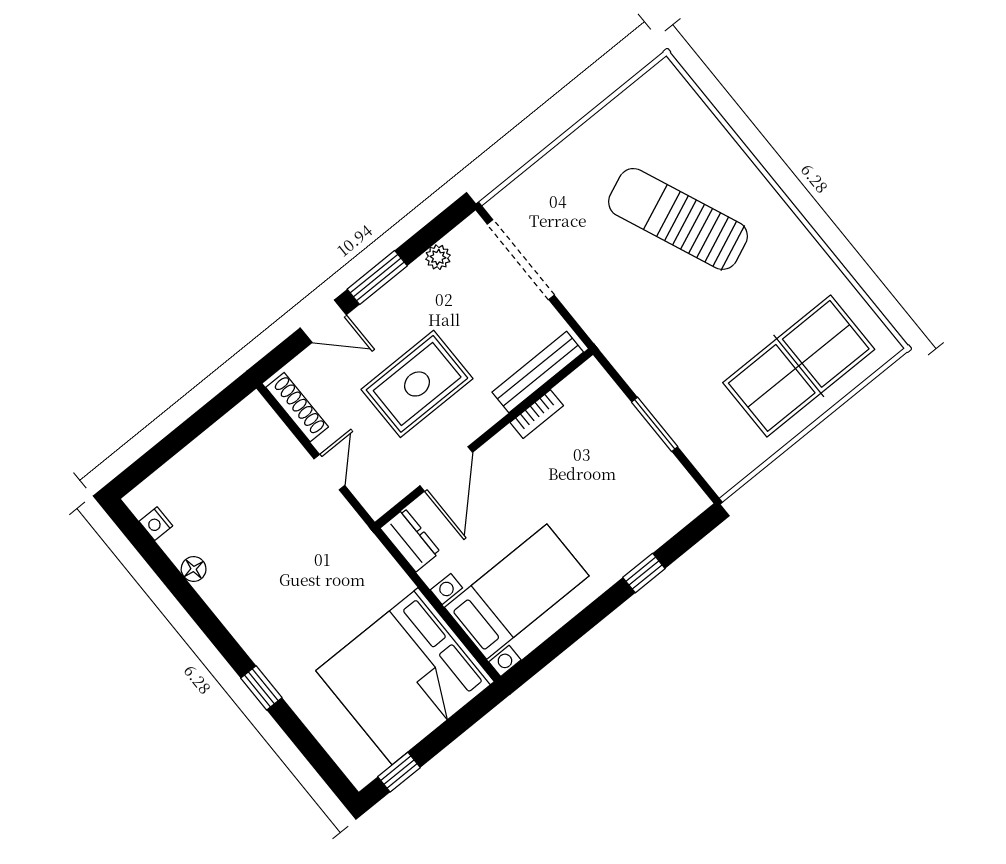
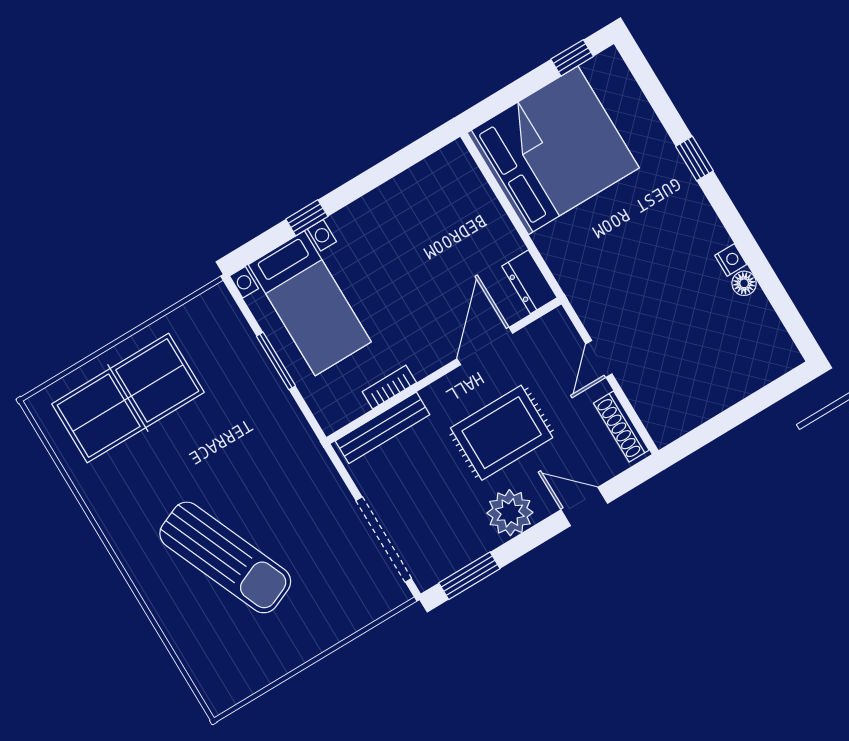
plant: (438, 257) -> (510, 513), moved, width x1.87, depth x1.87
window: (377, 277) -> (469, 576), moved
nightstand: (156, 524) -> (731, 260), moved
bed with nightstands: (517, 592) -> (310, 303), moved, turned -90

